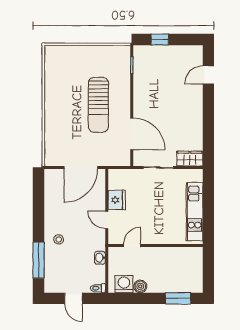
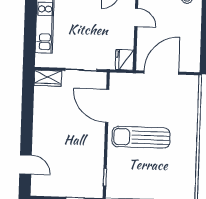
door: (208, 75) -> (26, 164), hinge flipped
sun lounger: (98, 105) -> (141, 137), turned -90
fridge: (117, 200) -> (125, 60), moved

